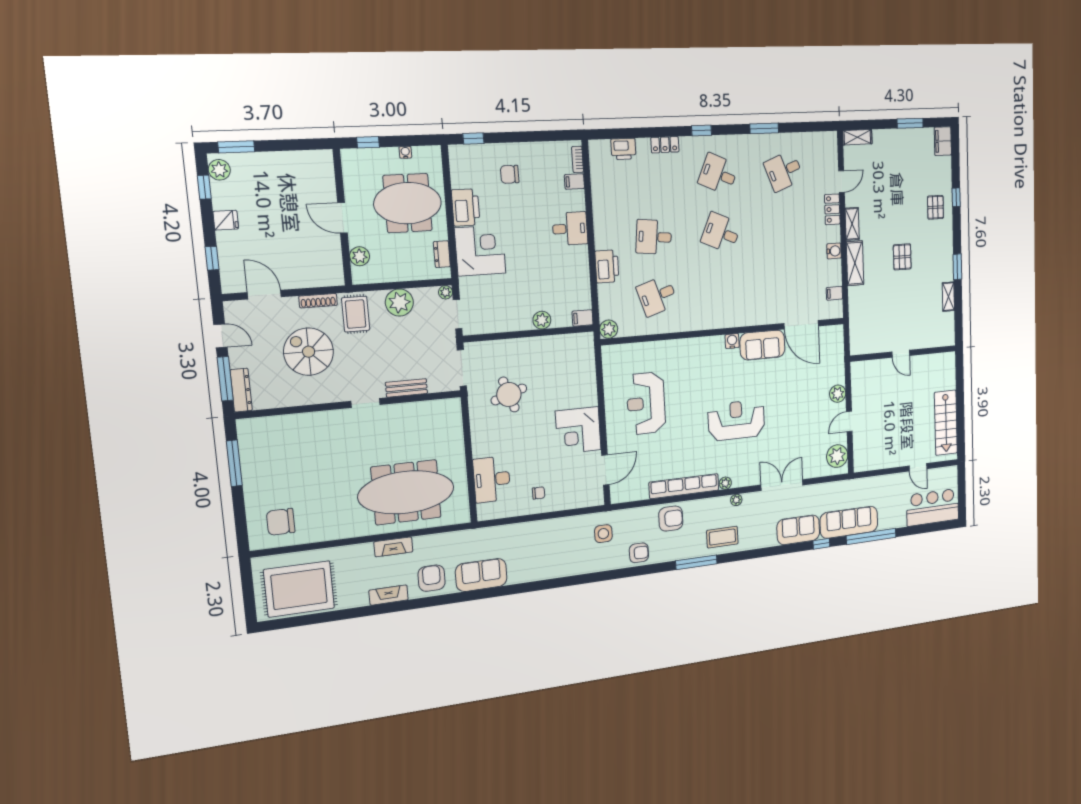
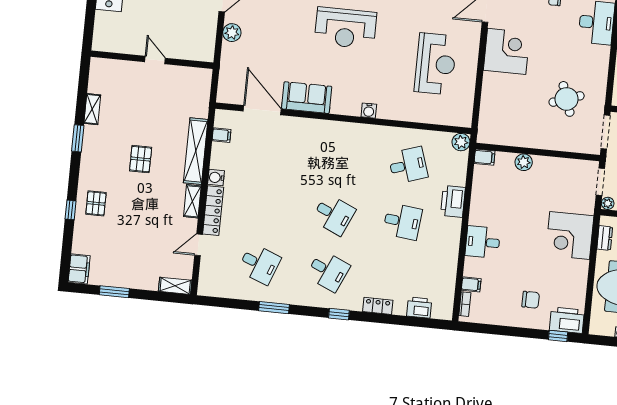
desk: (784, 171) -> (259, 264), turned 42
printer: (466, 207) -> (567, 320), moved, turned 90
locker: (832, 209) -> (213, 211), width x1.53
shelving: (855, 263) -> (196, 151), width x1.47
water cooler: (732, 341) -> (369, 111), moved

